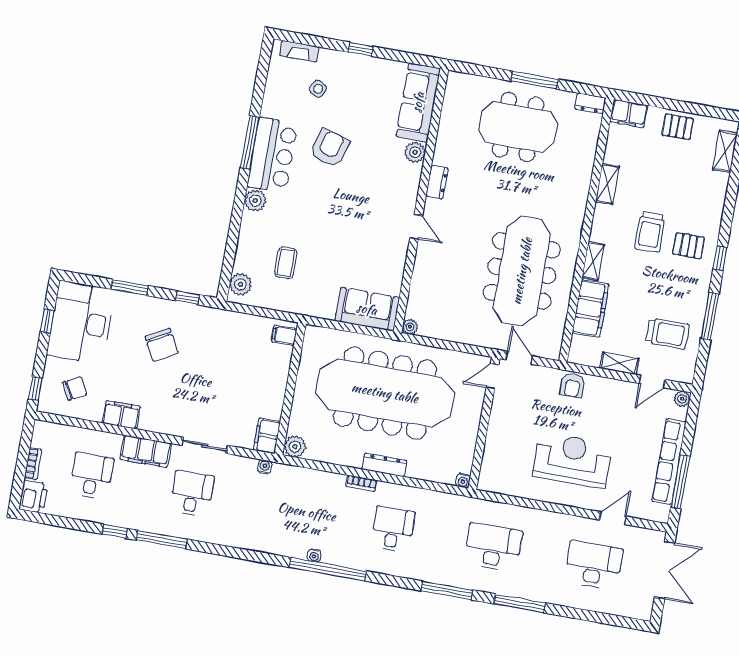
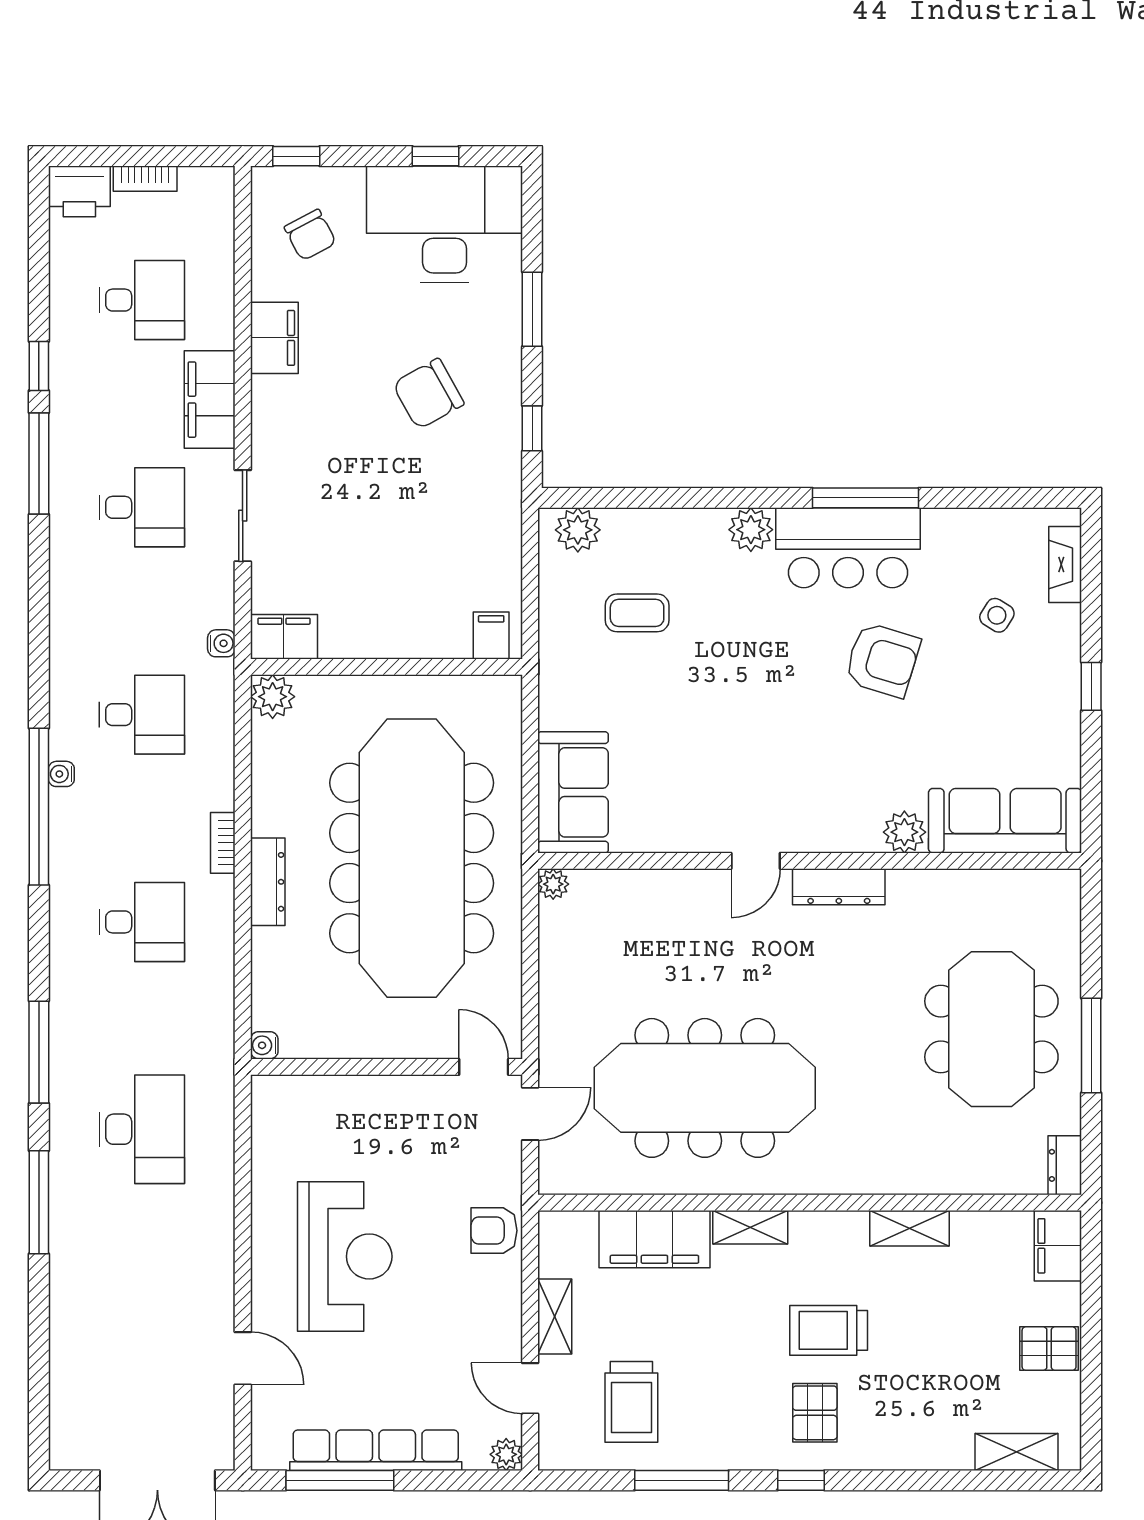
pallet: (678, 127) -> (1049, 1349), turned 90
dresser: (437, 182) -> (839, 887), width x1.44
desk: (594, 565) -> (142, 715), moved, width x0.73

